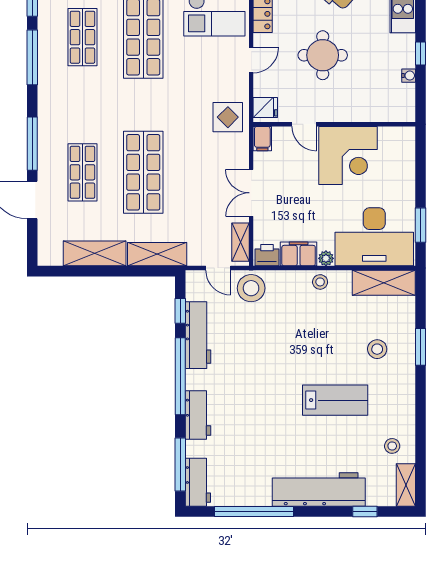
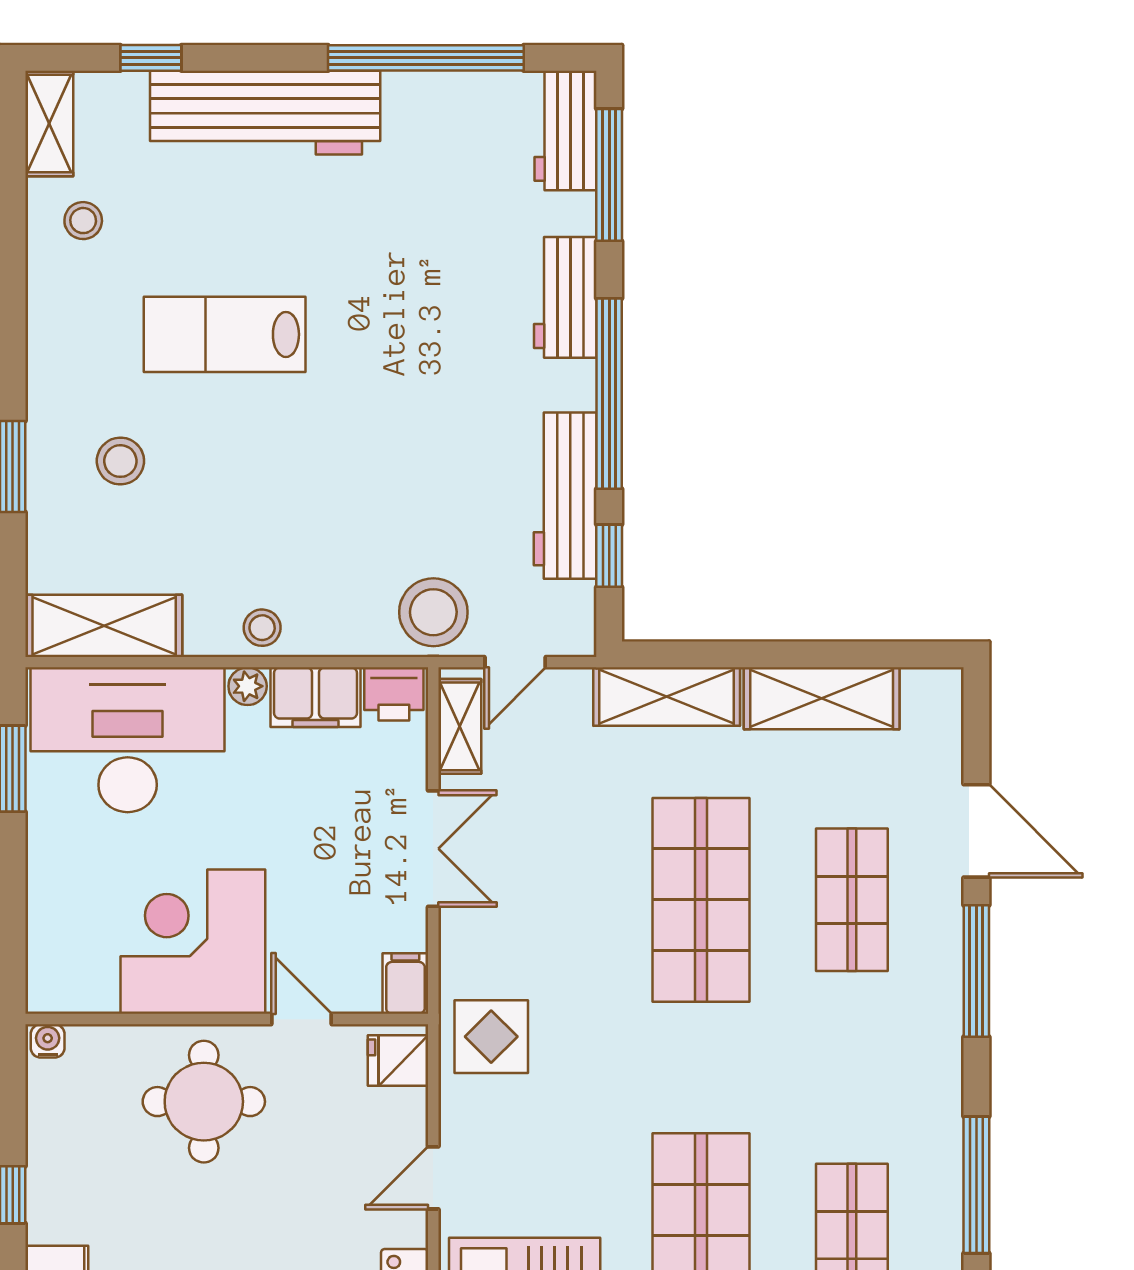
round table: (323, 55) -> (204, 1102), moved
water cooler: (409, 76) -> (48, 1041), moved, turned 90
door: (218, 268) -> (515, 662), swing flipped

